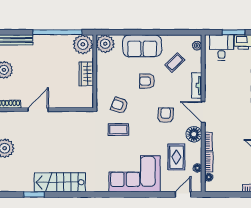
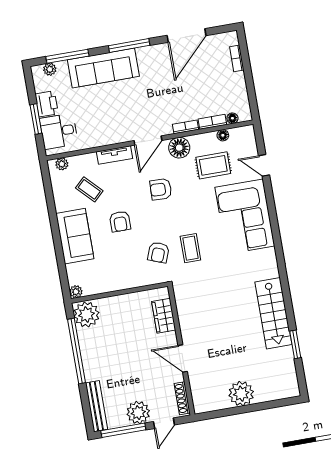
plant: (105, 44) -> (76, 292), width x0.53, depth x0.53
wardrobe: (86, 74) -> (164, 316), moved, turned 90
door: (183, 194) -> (264, 165), moved

